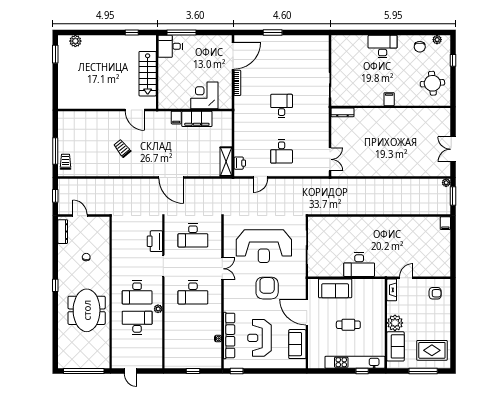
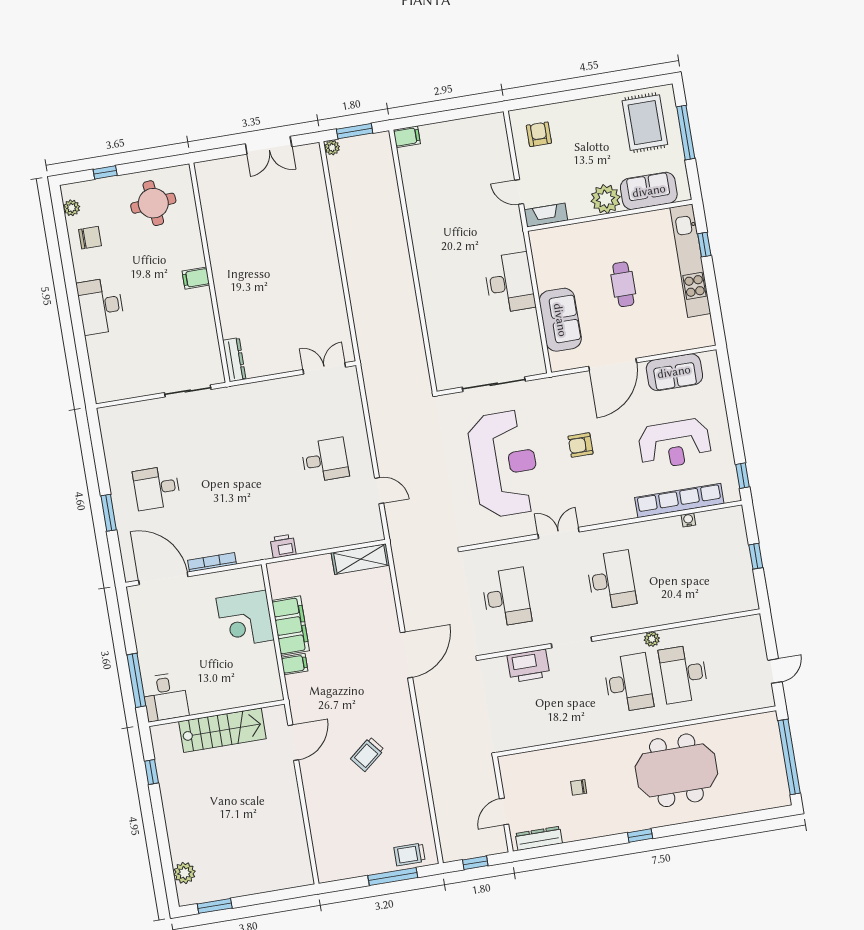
desk: (282, 106) -> (157, 488), moved
printer: (240, 163) -> (283, 546), moved
armchair: (267, 288) -> (580, 445), width x0.53, depth x0.53

